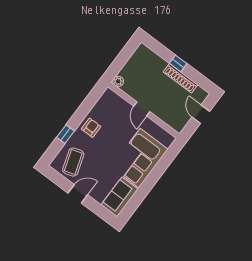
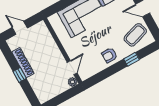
door: (142, 109) -> (72, 68), moved
door: (201, 114) -> (20, 28), swing flipped

